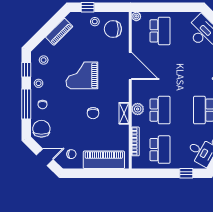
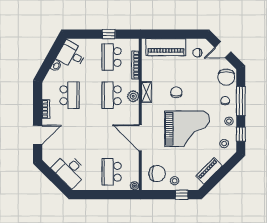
grand piano: (82, 75) -> (187, 129), width x1.37, depth x1.48
window: (186, 173) -> (109, 34), moved

